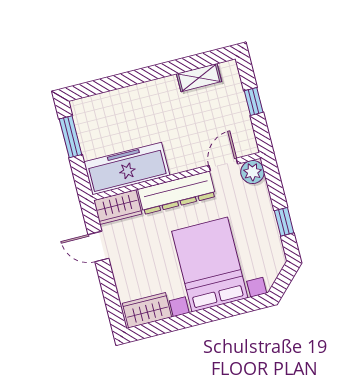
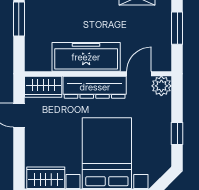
window: (254, 102) -> (177, 28), width x1.50
freezer: (127, 169) -> (86, 57), moved

